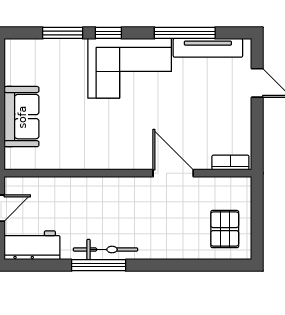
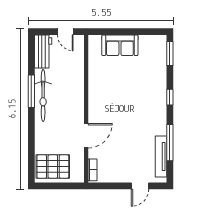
window: (63, 33) -> (170, 53), moved
corner sofa: (130, 68) -> (149, 110), removed
pallet: (225, 229) -> (53, 167), width x1.50, depth x1.42
bicycle: (106, 250) -> (43, 95), width x1.37, depth x1.40

